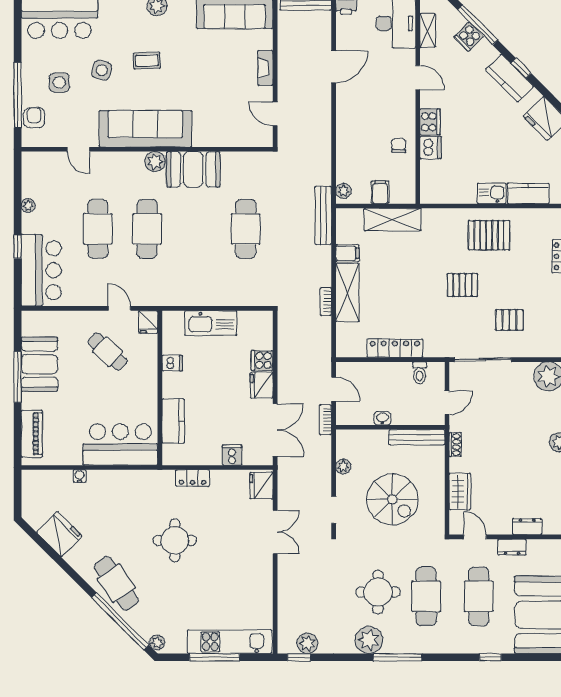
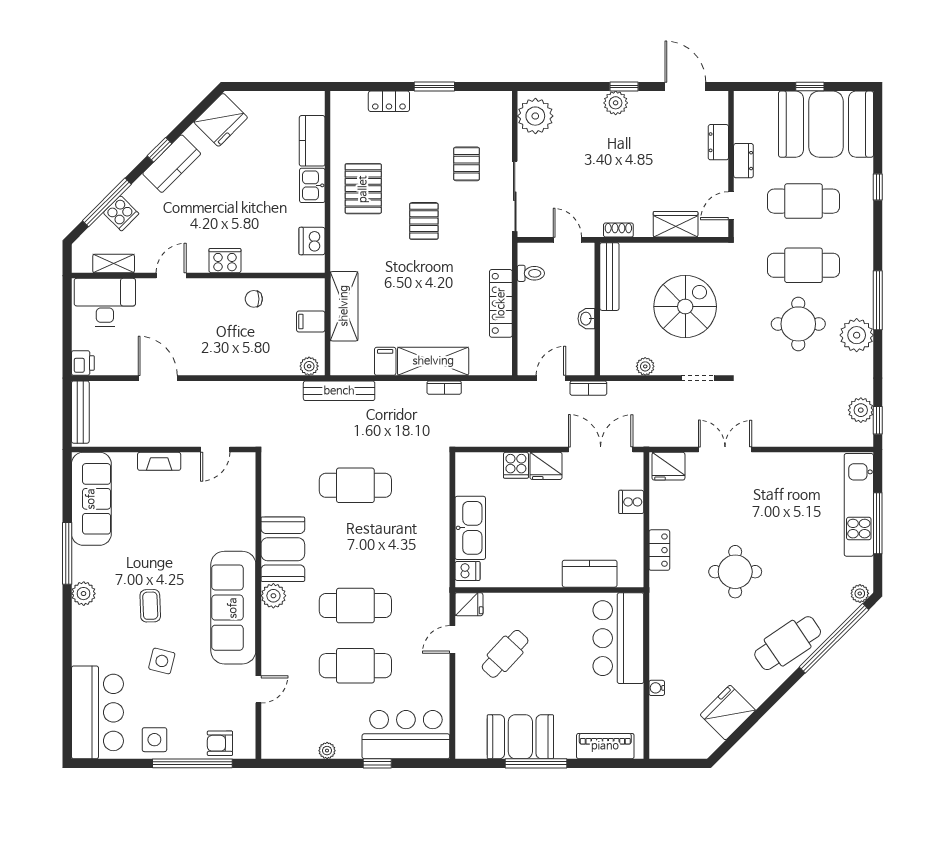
side table: (59, 82) -> (154, 740), moved
dishwasher: (430, 148) -> (312, 241), moved, turned -90
dishwasher: (172, 363) -> (467, 571), moved, turned 90

